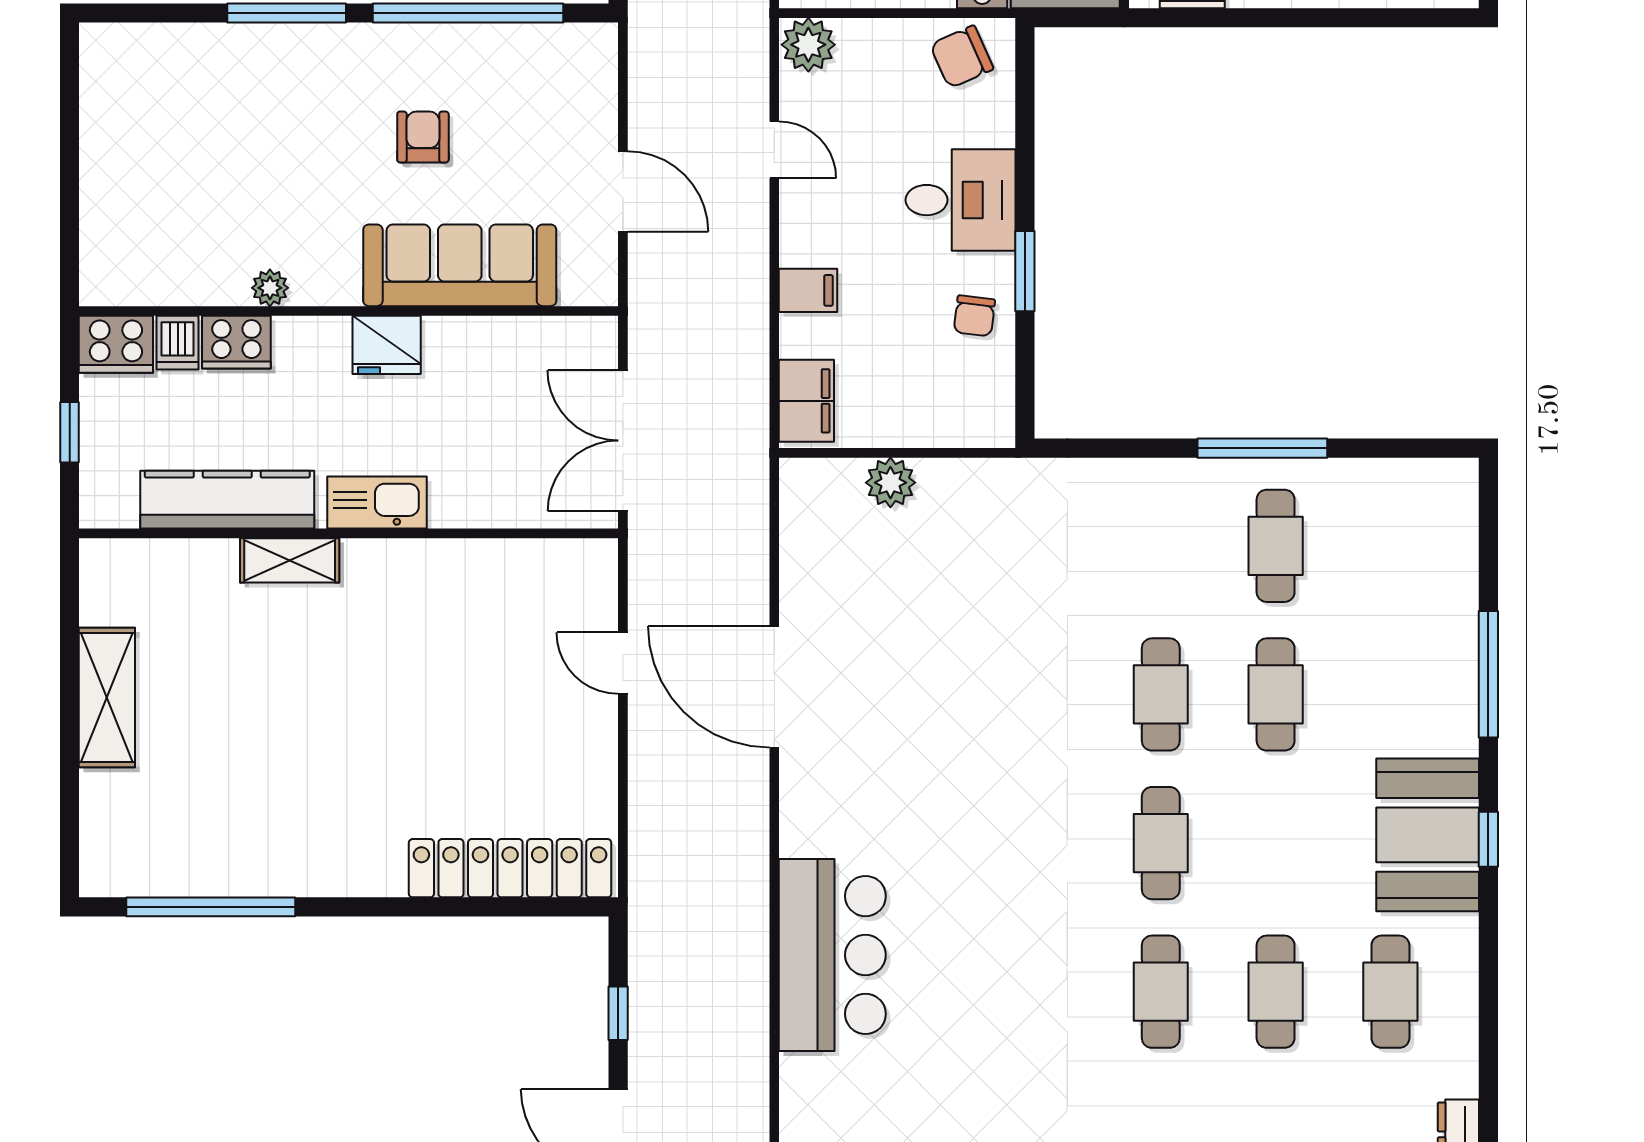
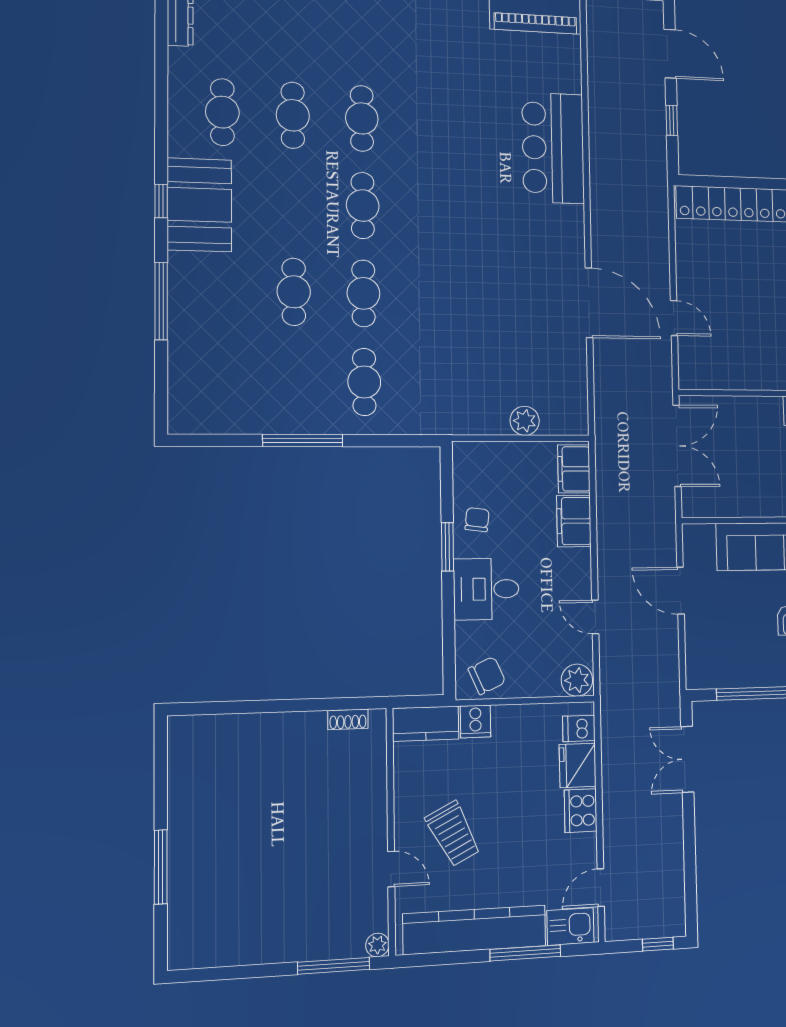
filing cabinet: (808, 290) -> (574, 521), width x2.00
cafe table: (1276, 546) -> (364, 382), moved

